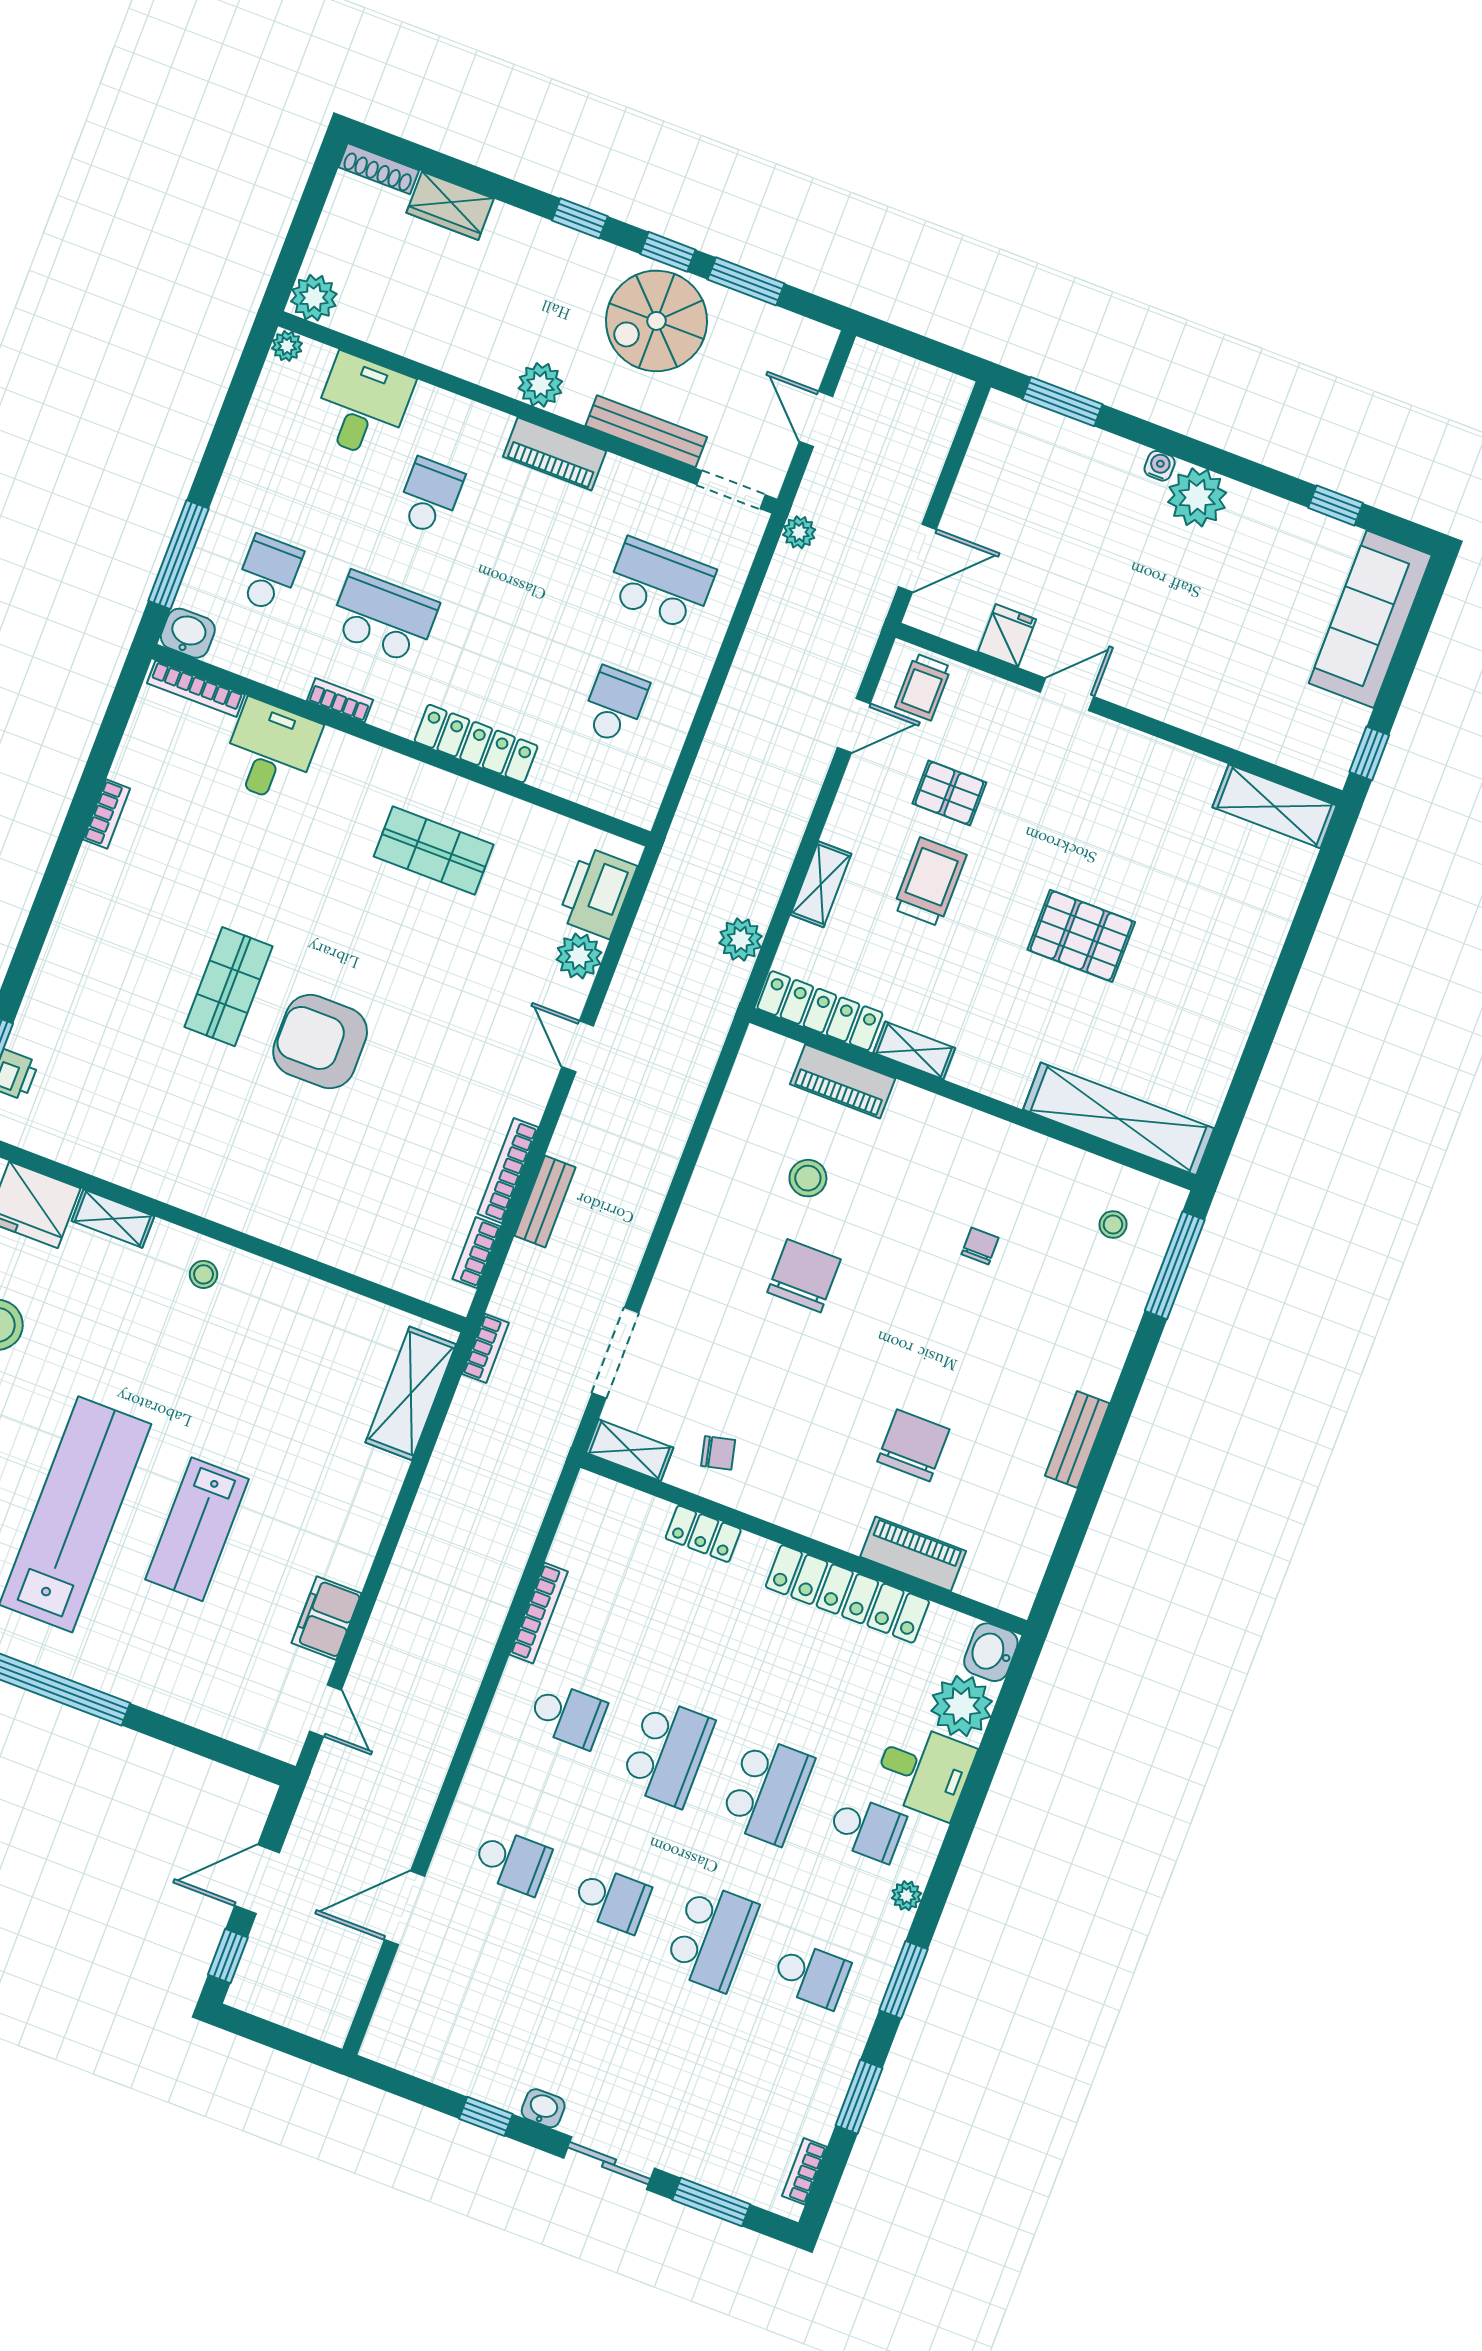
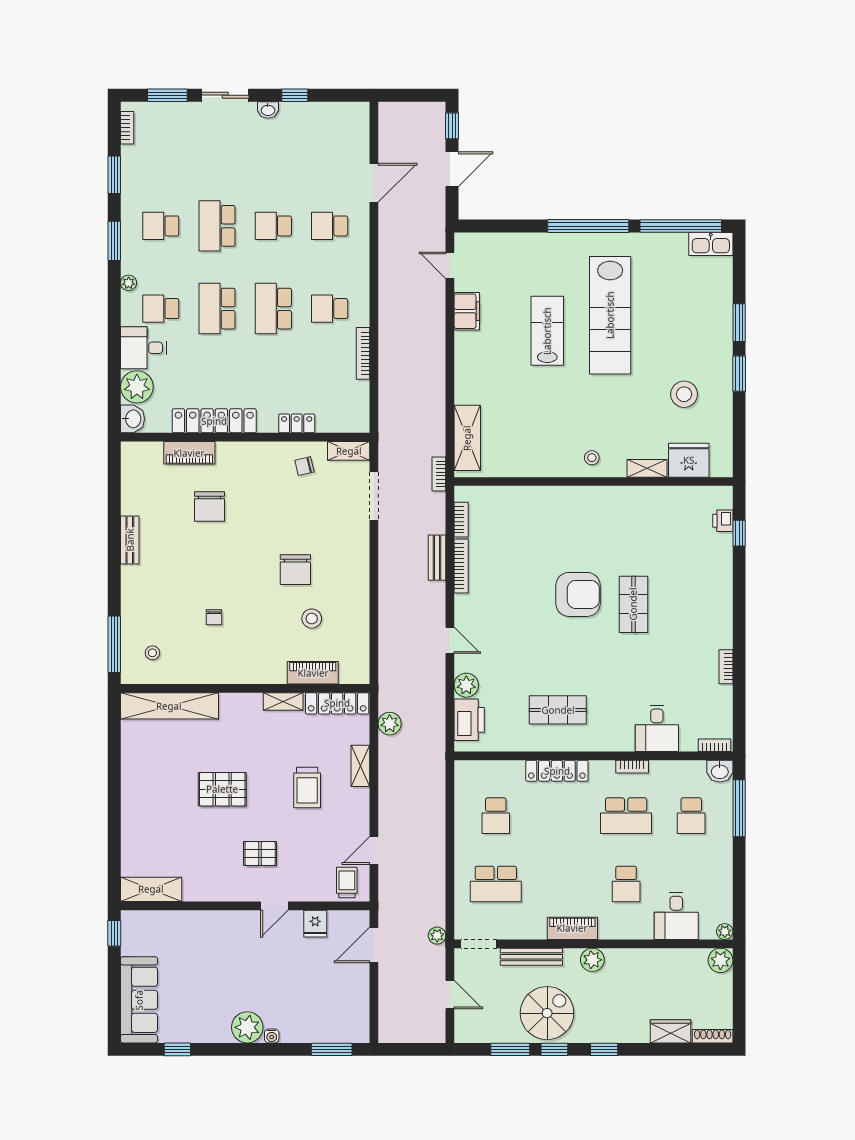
bookcase: (196, 689) -> (714, 745), width x0.64
pallet: (949, 793) -> (260, 853), moved

